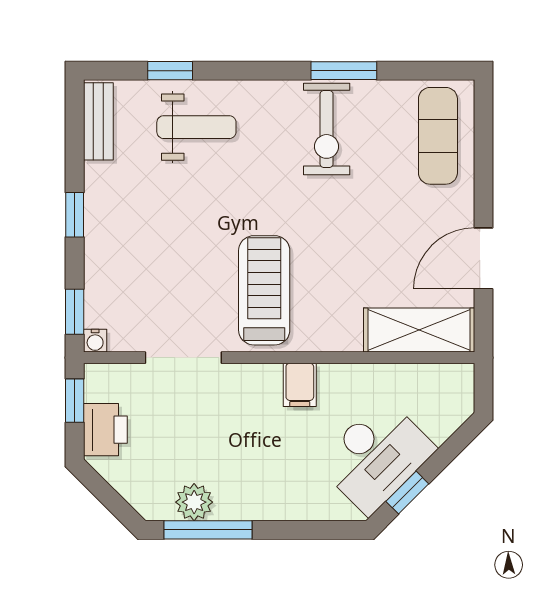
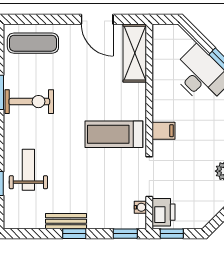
bench: (98, 121) -> (66, 221), moved
water cooler: (95, 341) -> (140, 207), moved
filing cabinet: (300, 385) -> (164, 131), moved
printer: (105, 430) -> (163, 212), moved, turned 90

